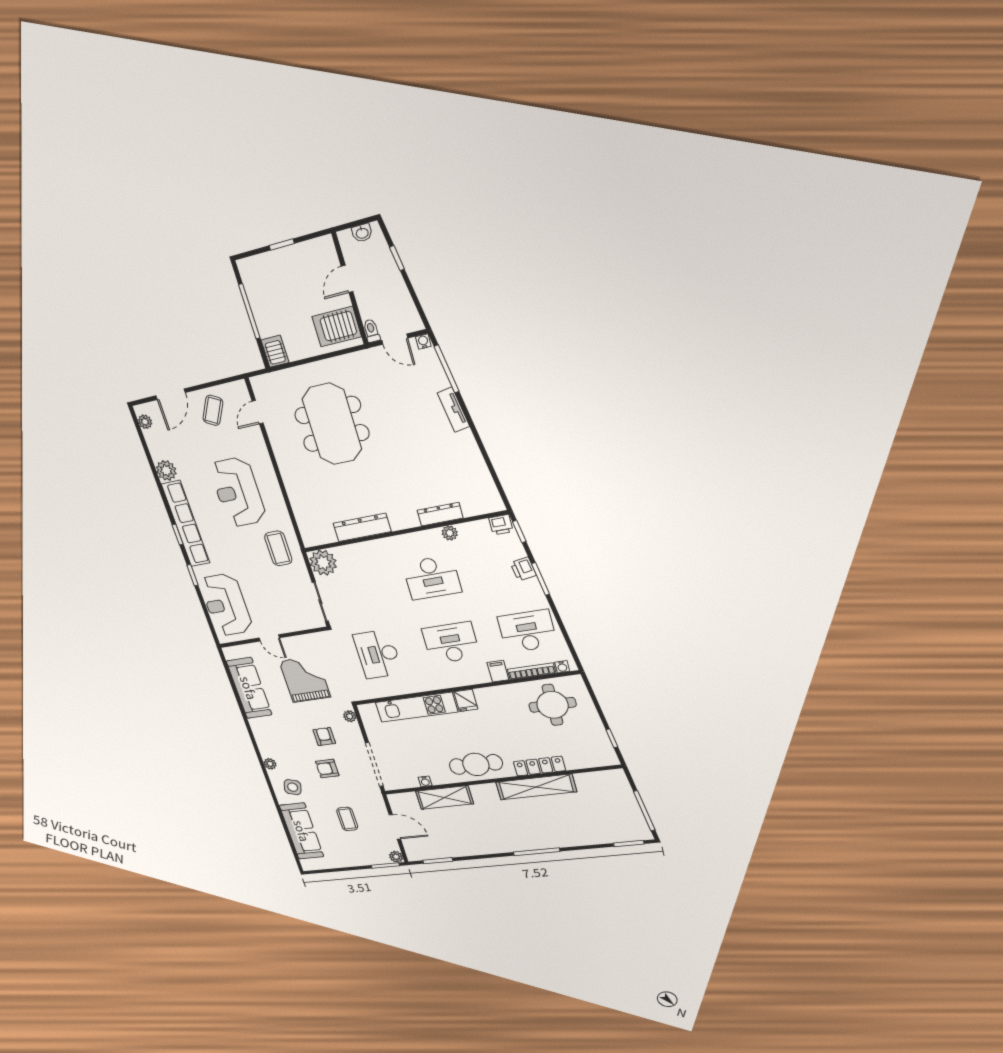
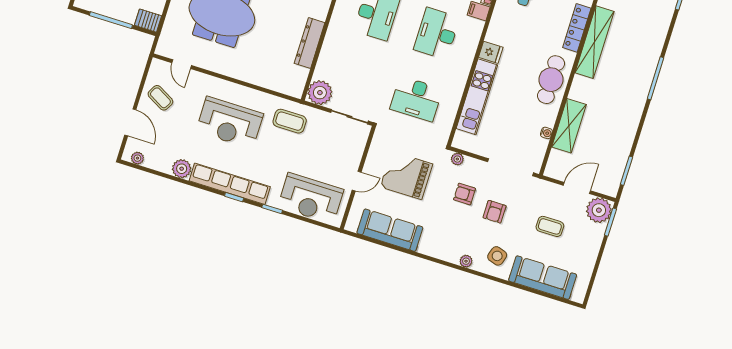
plant: (396, 857) -> (599, 210), width x1.88, depth x1.88

